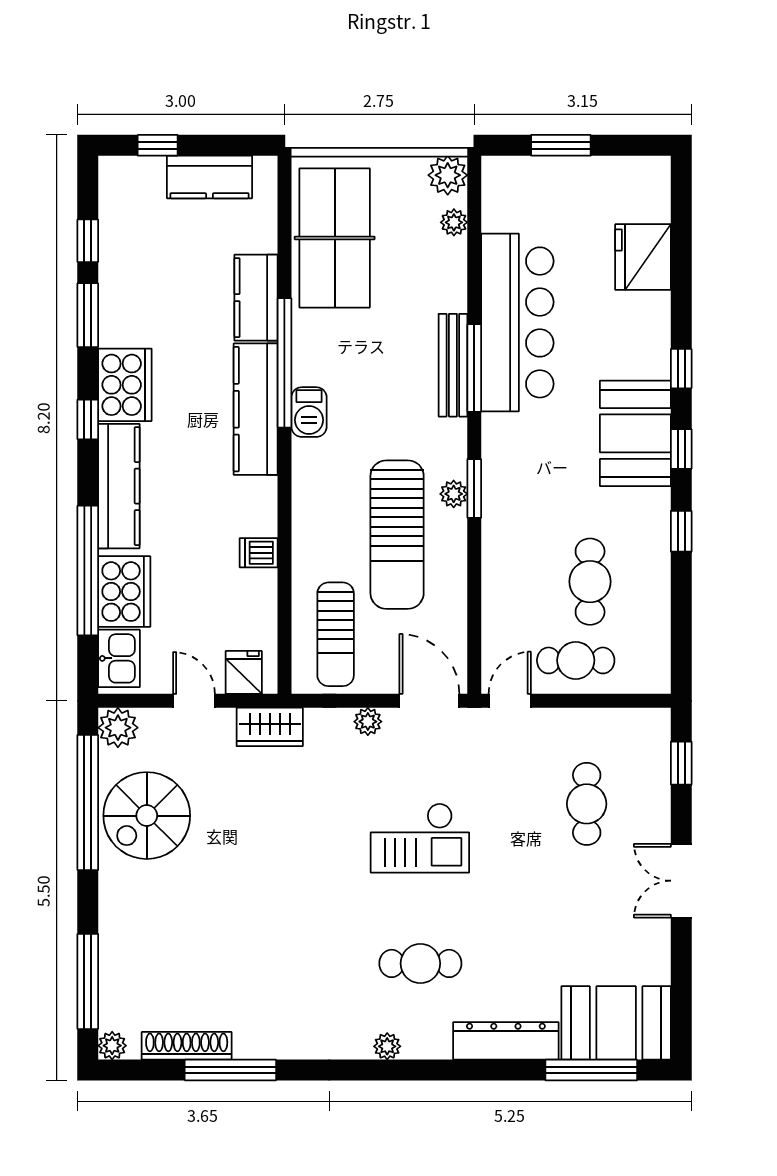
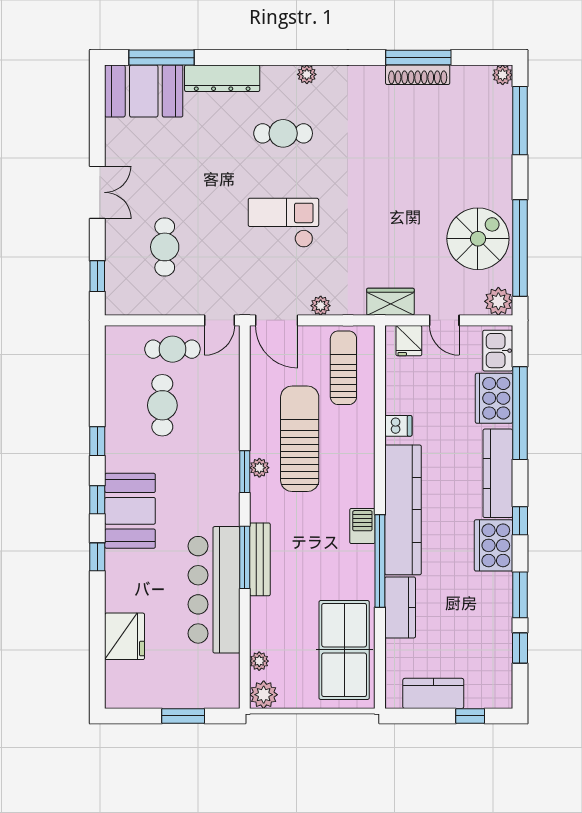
kitchen counter: (256, 409) -> (403, 510), width x1.39, depth x1.17
shoe rack: (187, 1046) -> (418, 75), moved

